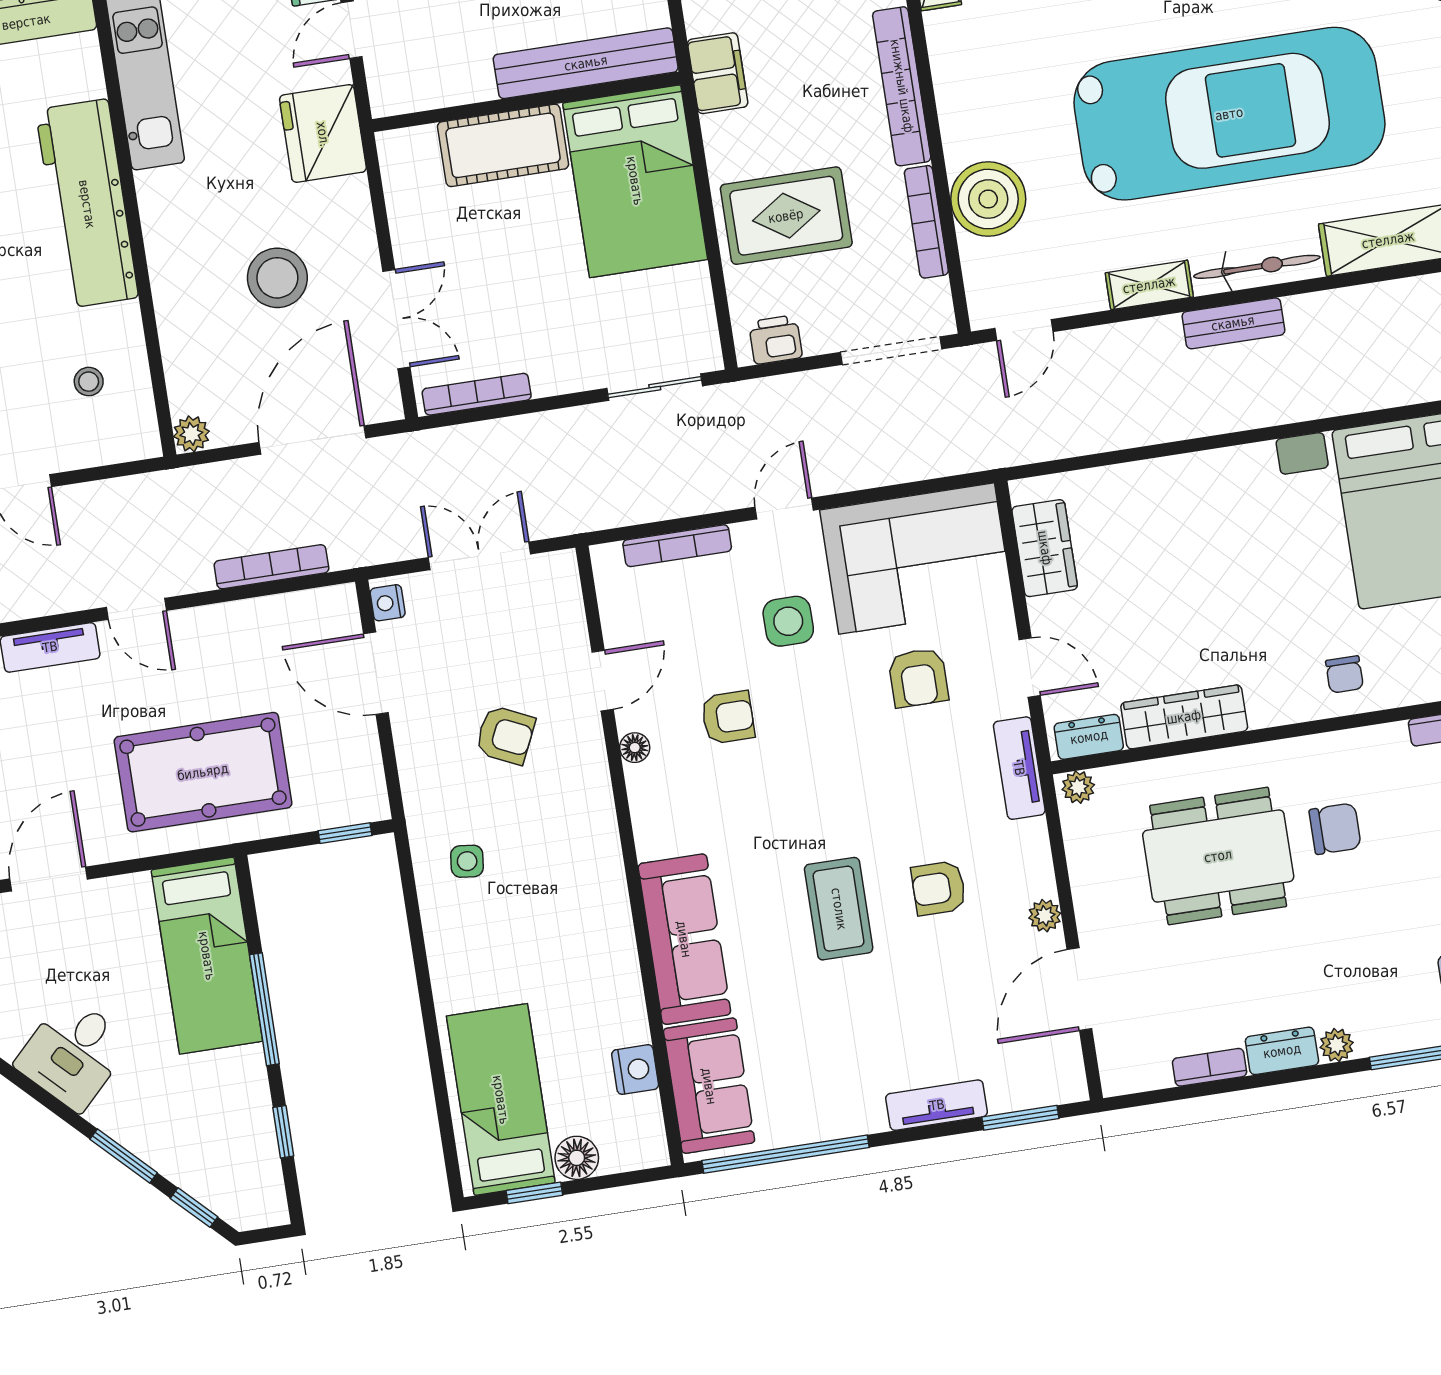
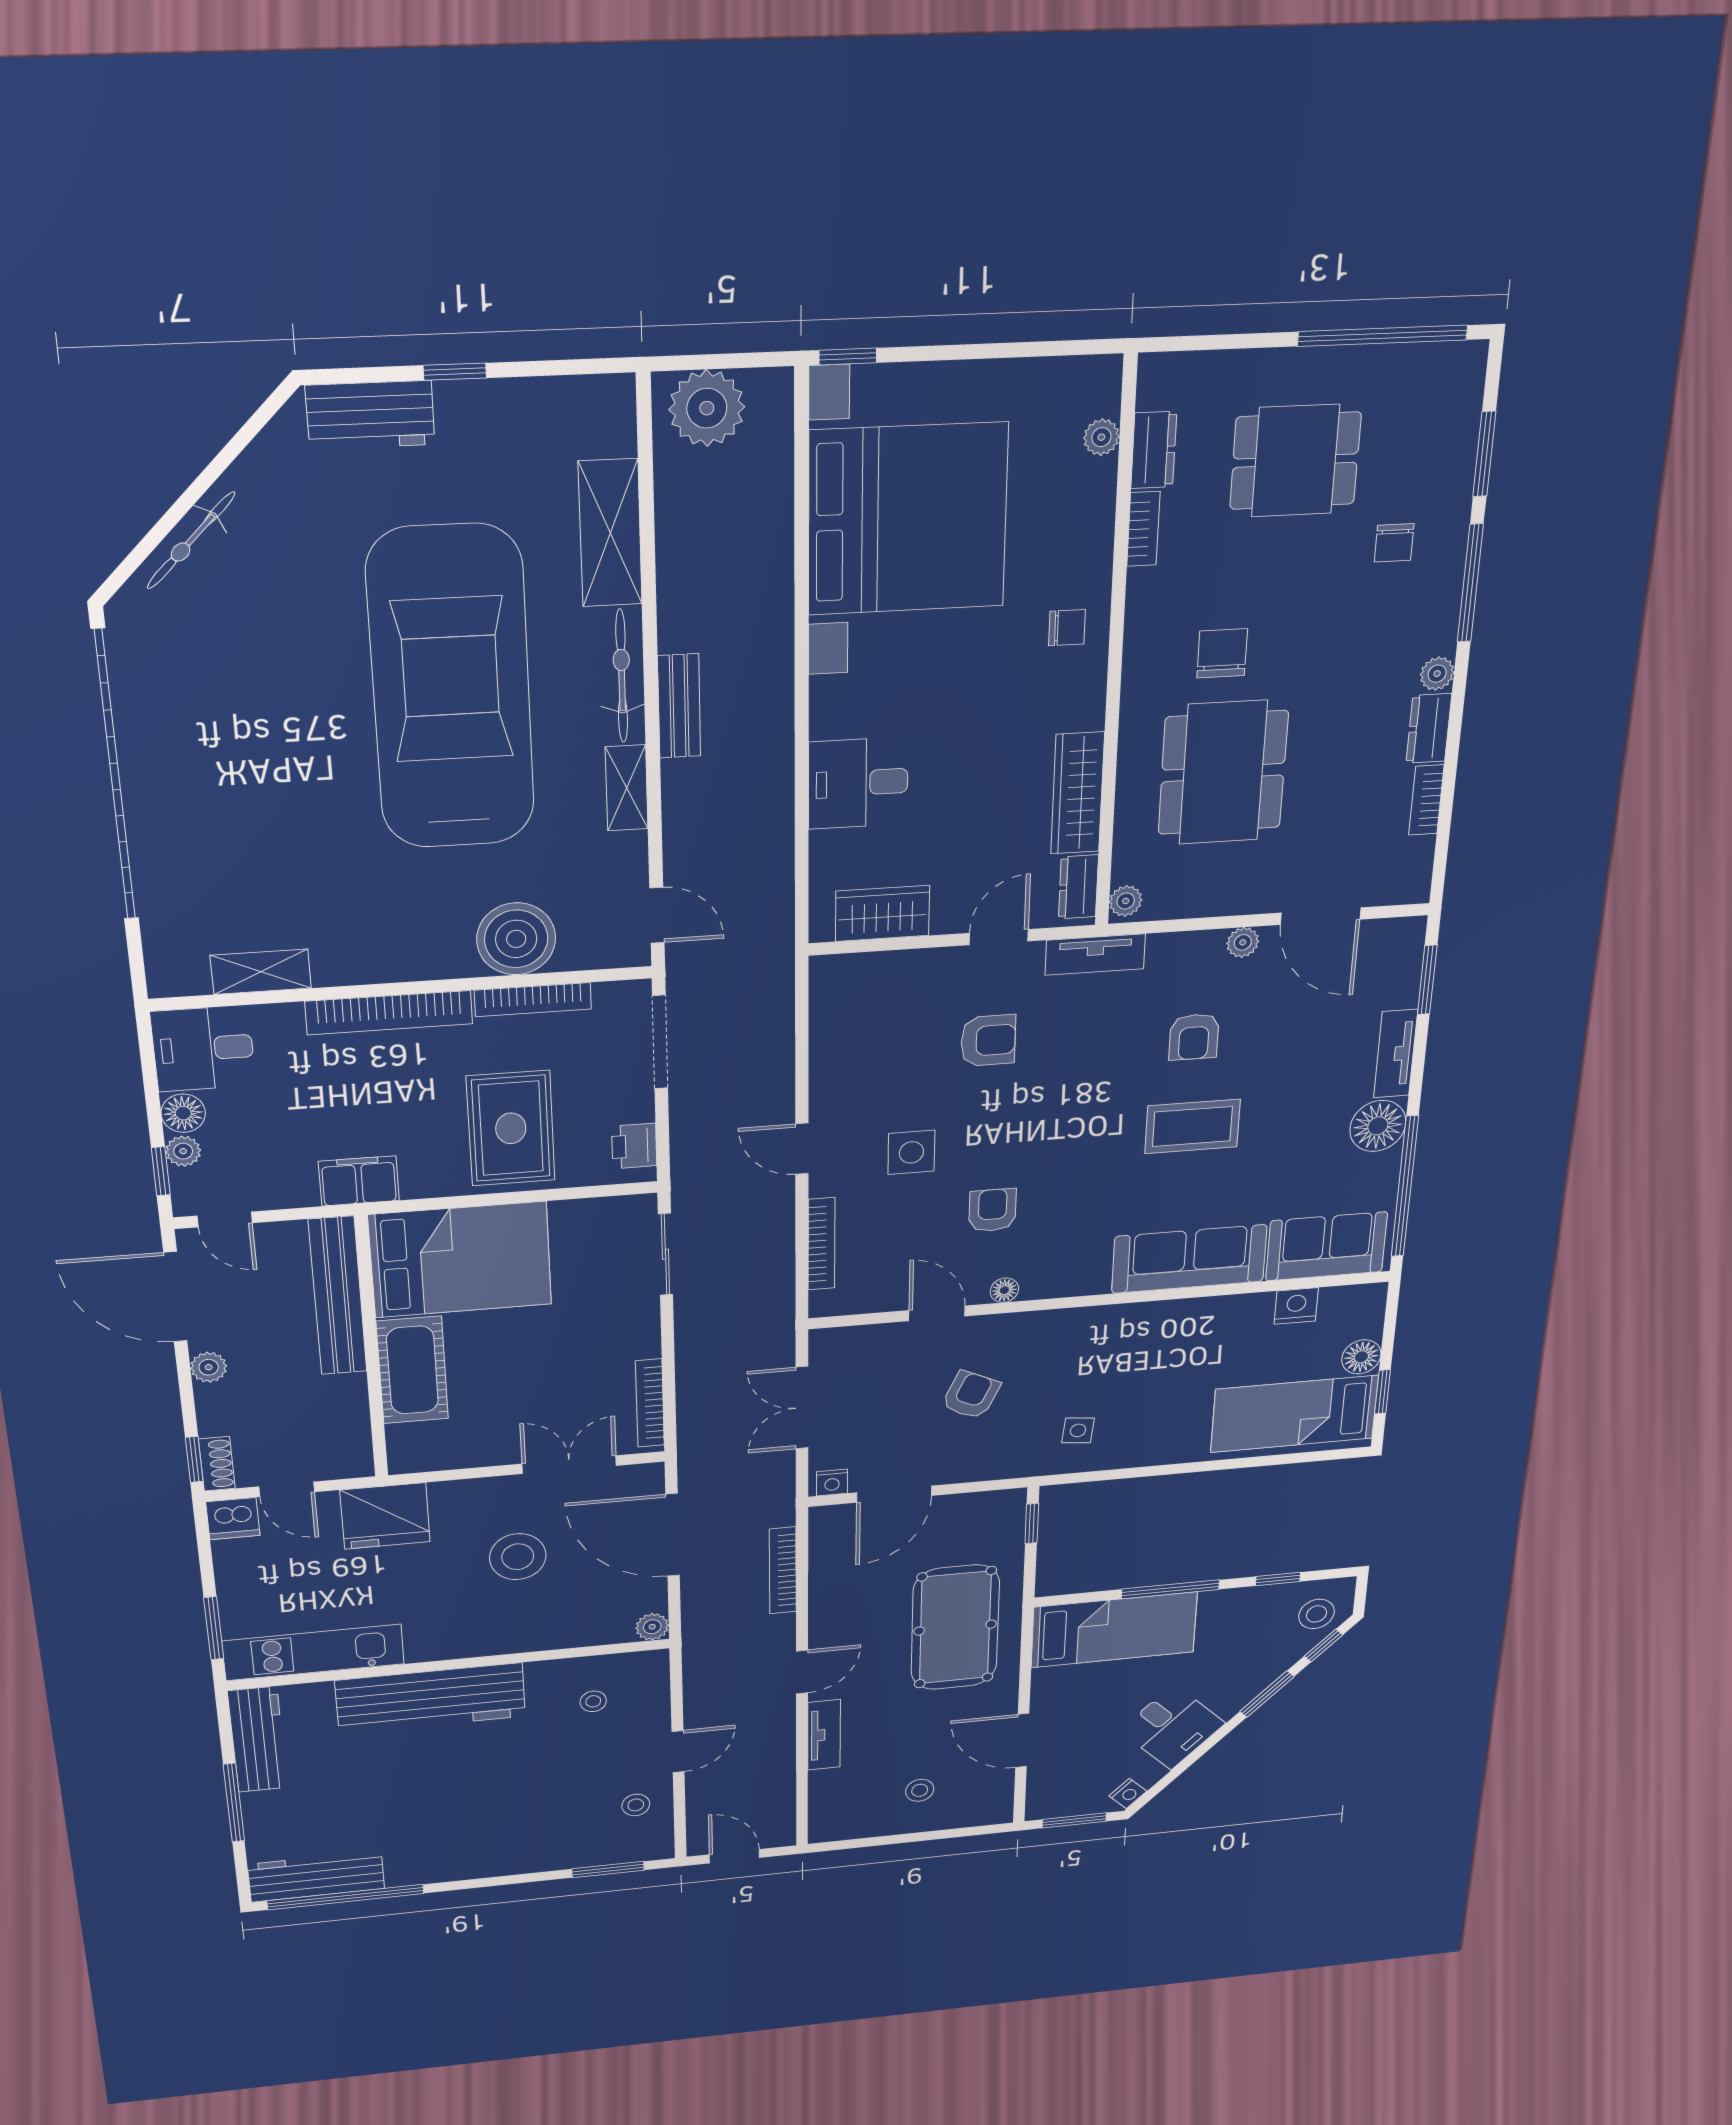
desk: (1174, 503) -> (858, 783), added
corner sofa: (917, 559) -> (872, 1033), removed
floor lamp: (854, 1107) -> (1378, 1126), added
stool: (237, 1189) -> (1316, 1614), added

